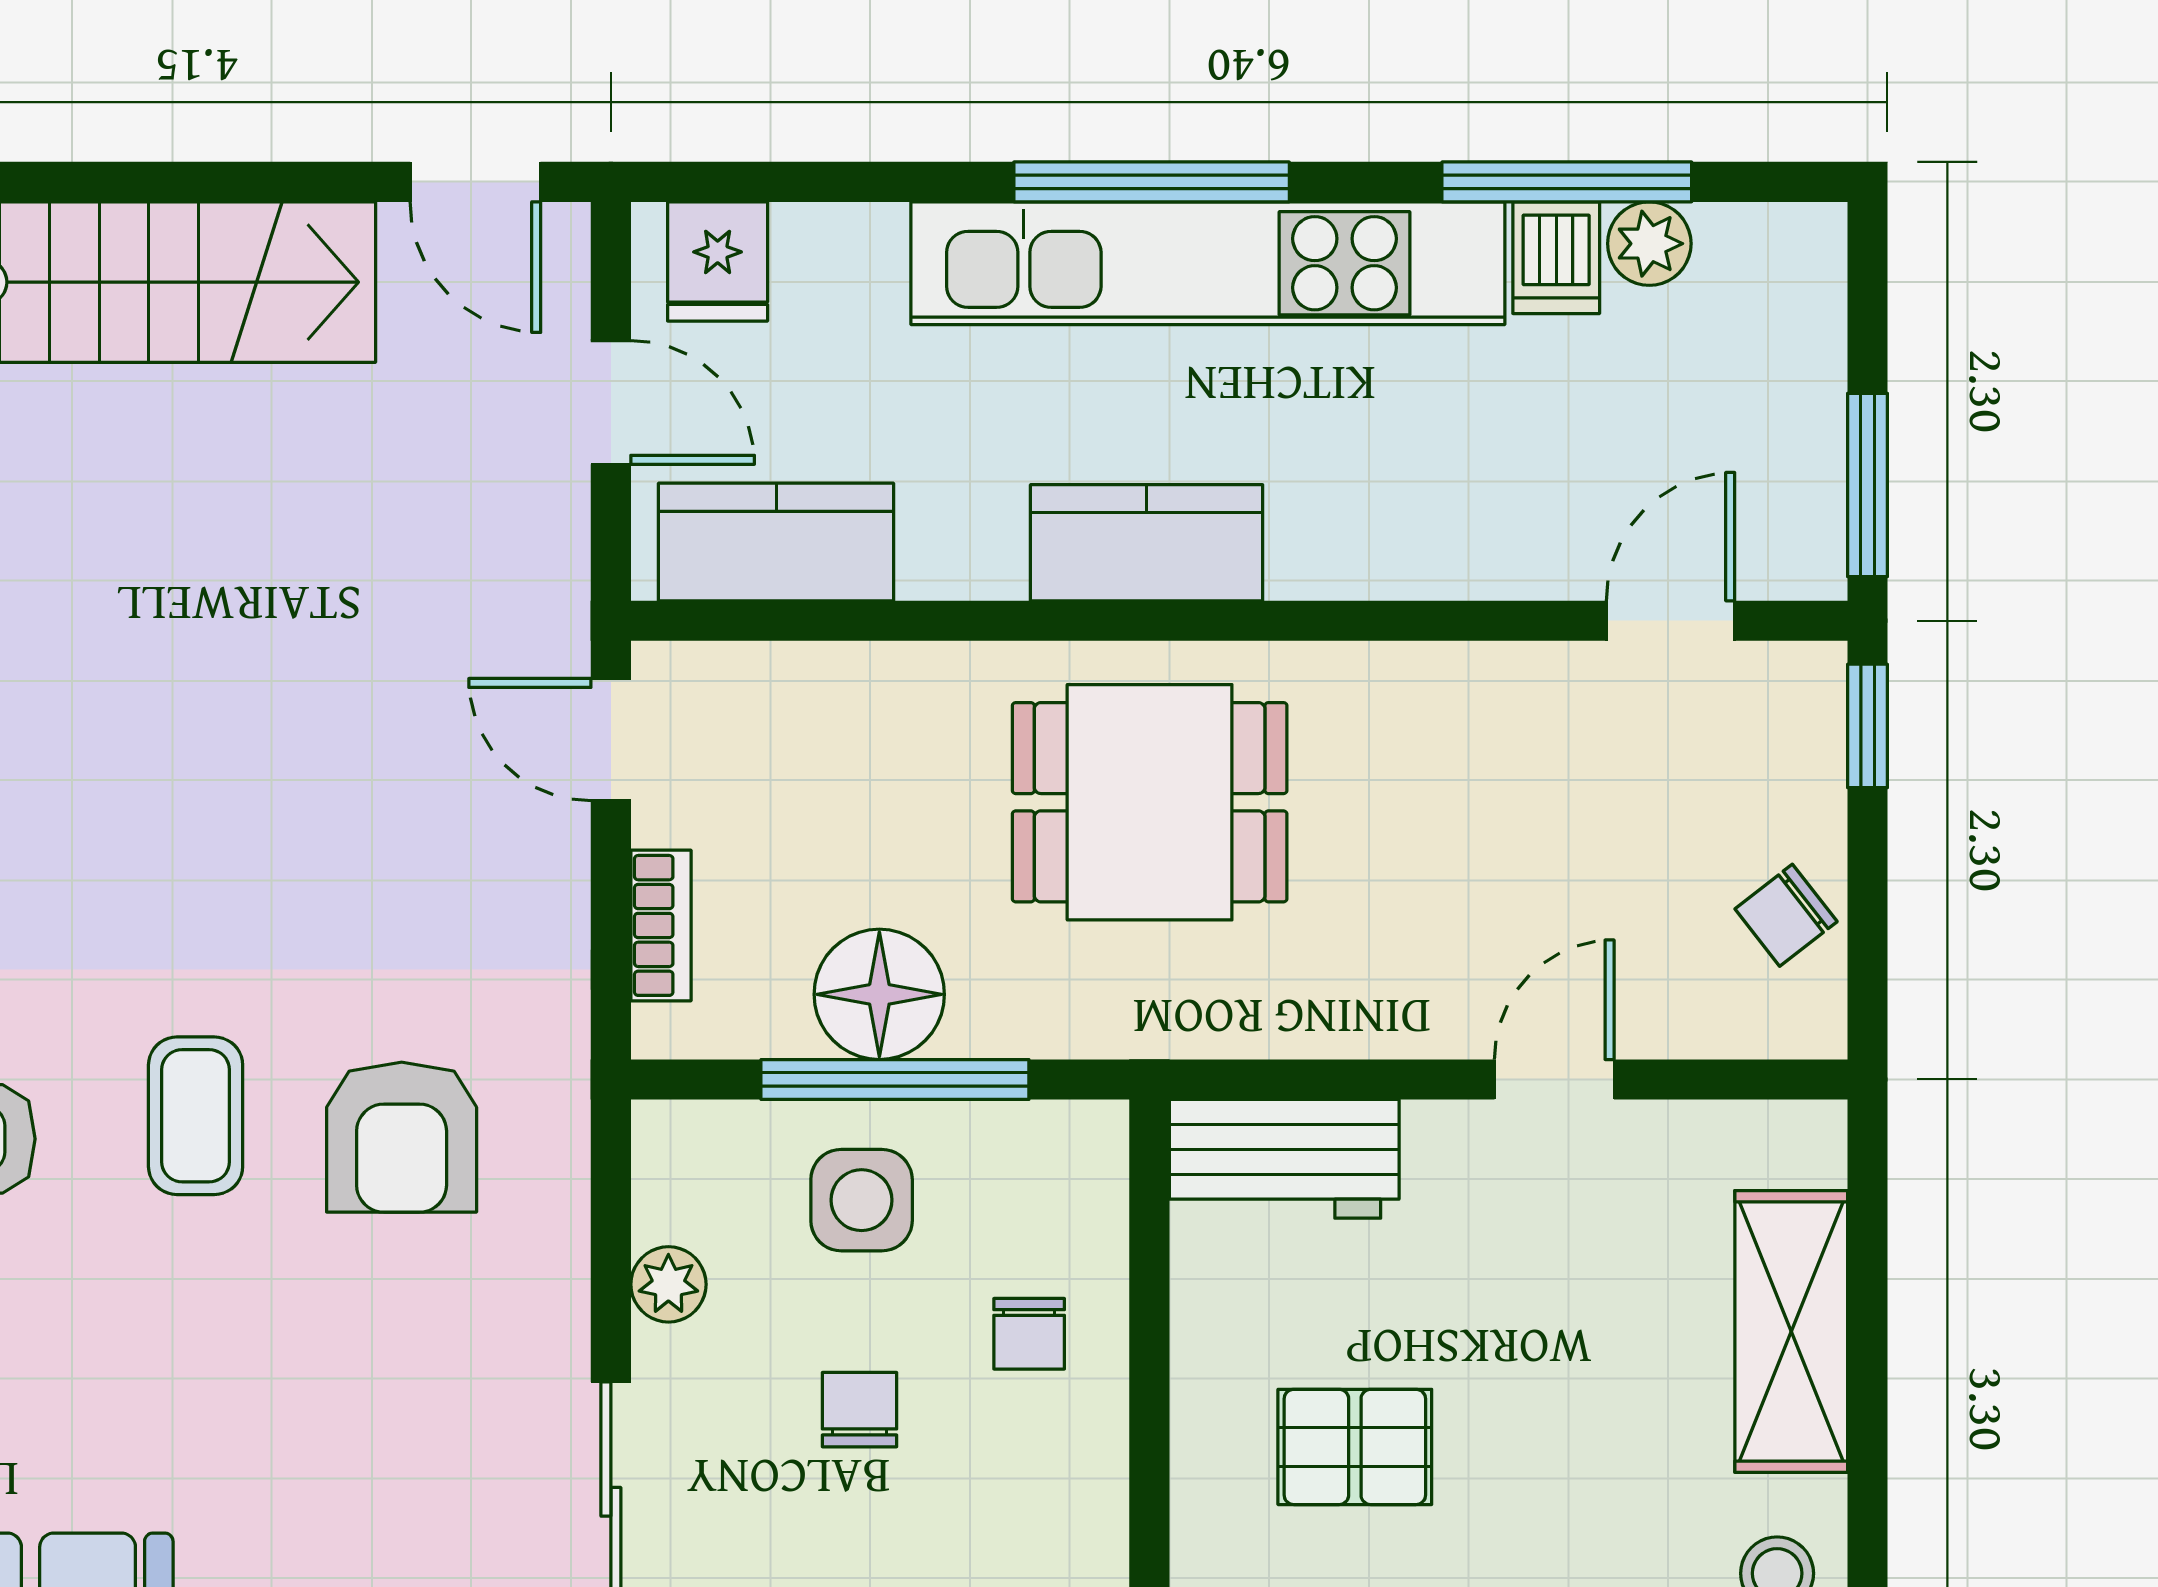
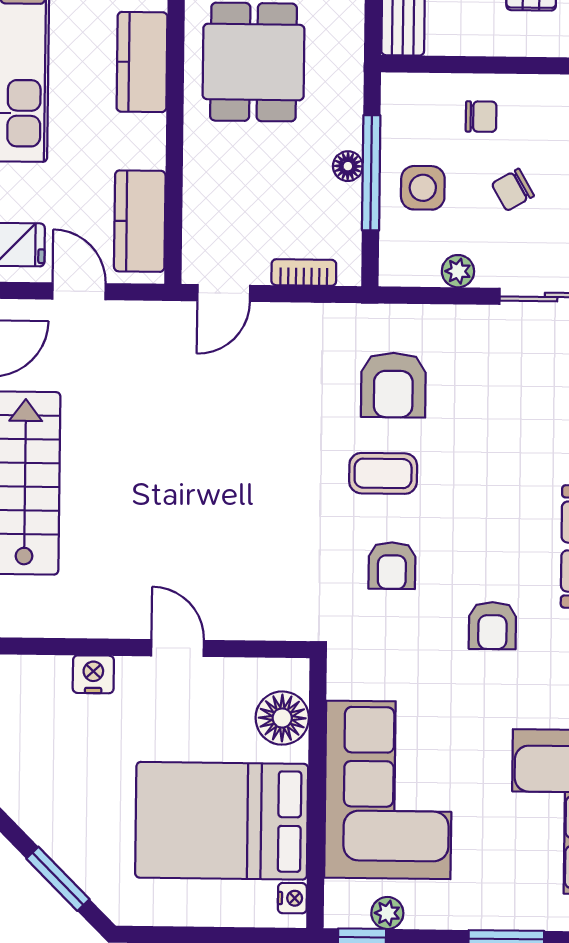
door: (611, 402) -> (79, 291), hinge flipped
floor lamp: (879, 994) -> (348, 166), width x0.53, depth x0.53
armchair: (402, 1137) -> (393, 385), turned 90
chair: (860, 1410) -> (513, 190), turned -30

